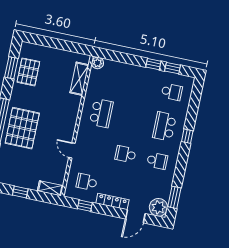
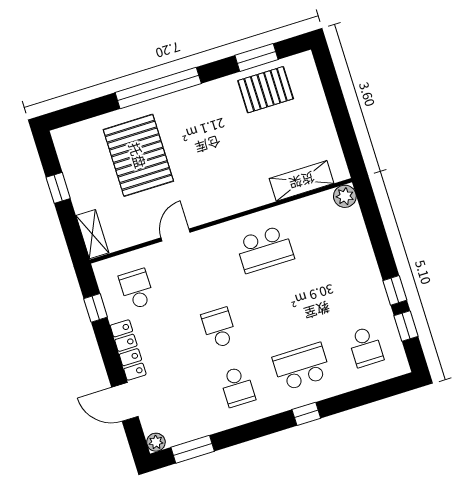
pallet: (22, 128) -> (138, 155), moved, turned 90
plant: (158, 207) -> (156, 442), width x0.53, depth x0.53

